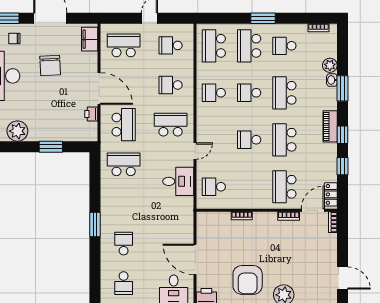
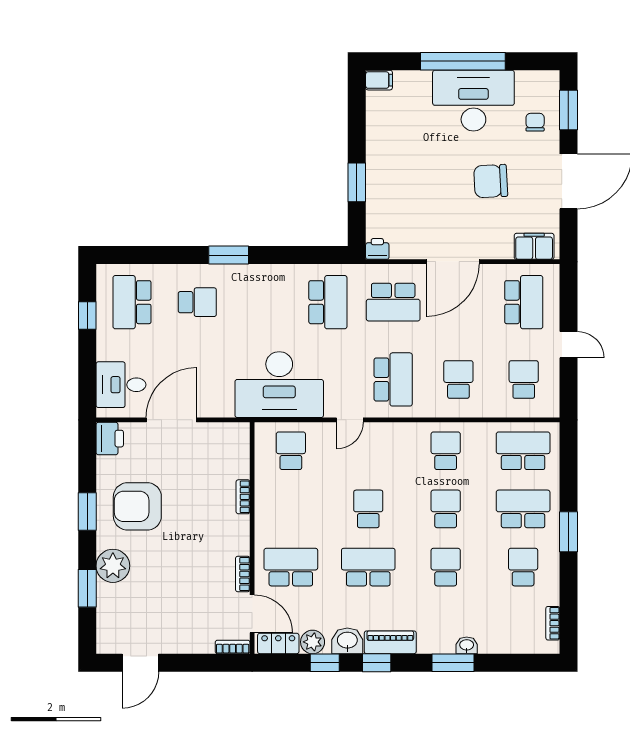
plant: (330, 65) -> (313, 642), moved
school desk: (284, 93) -> (446, 567), width x0.54
printer: (91, 114) -> (377, 249), moved
plant: (17, 131) -> (383, 127), removed
door: (195, 151) -> (350, 420), hinge flipped
washbasin: (329, 152) -> (347, 641), added
desk: (178, 181) -> (279, 385), width x1.87, depth x1.30
school desk: (124, 283) -> (132, 302), width x1.85

